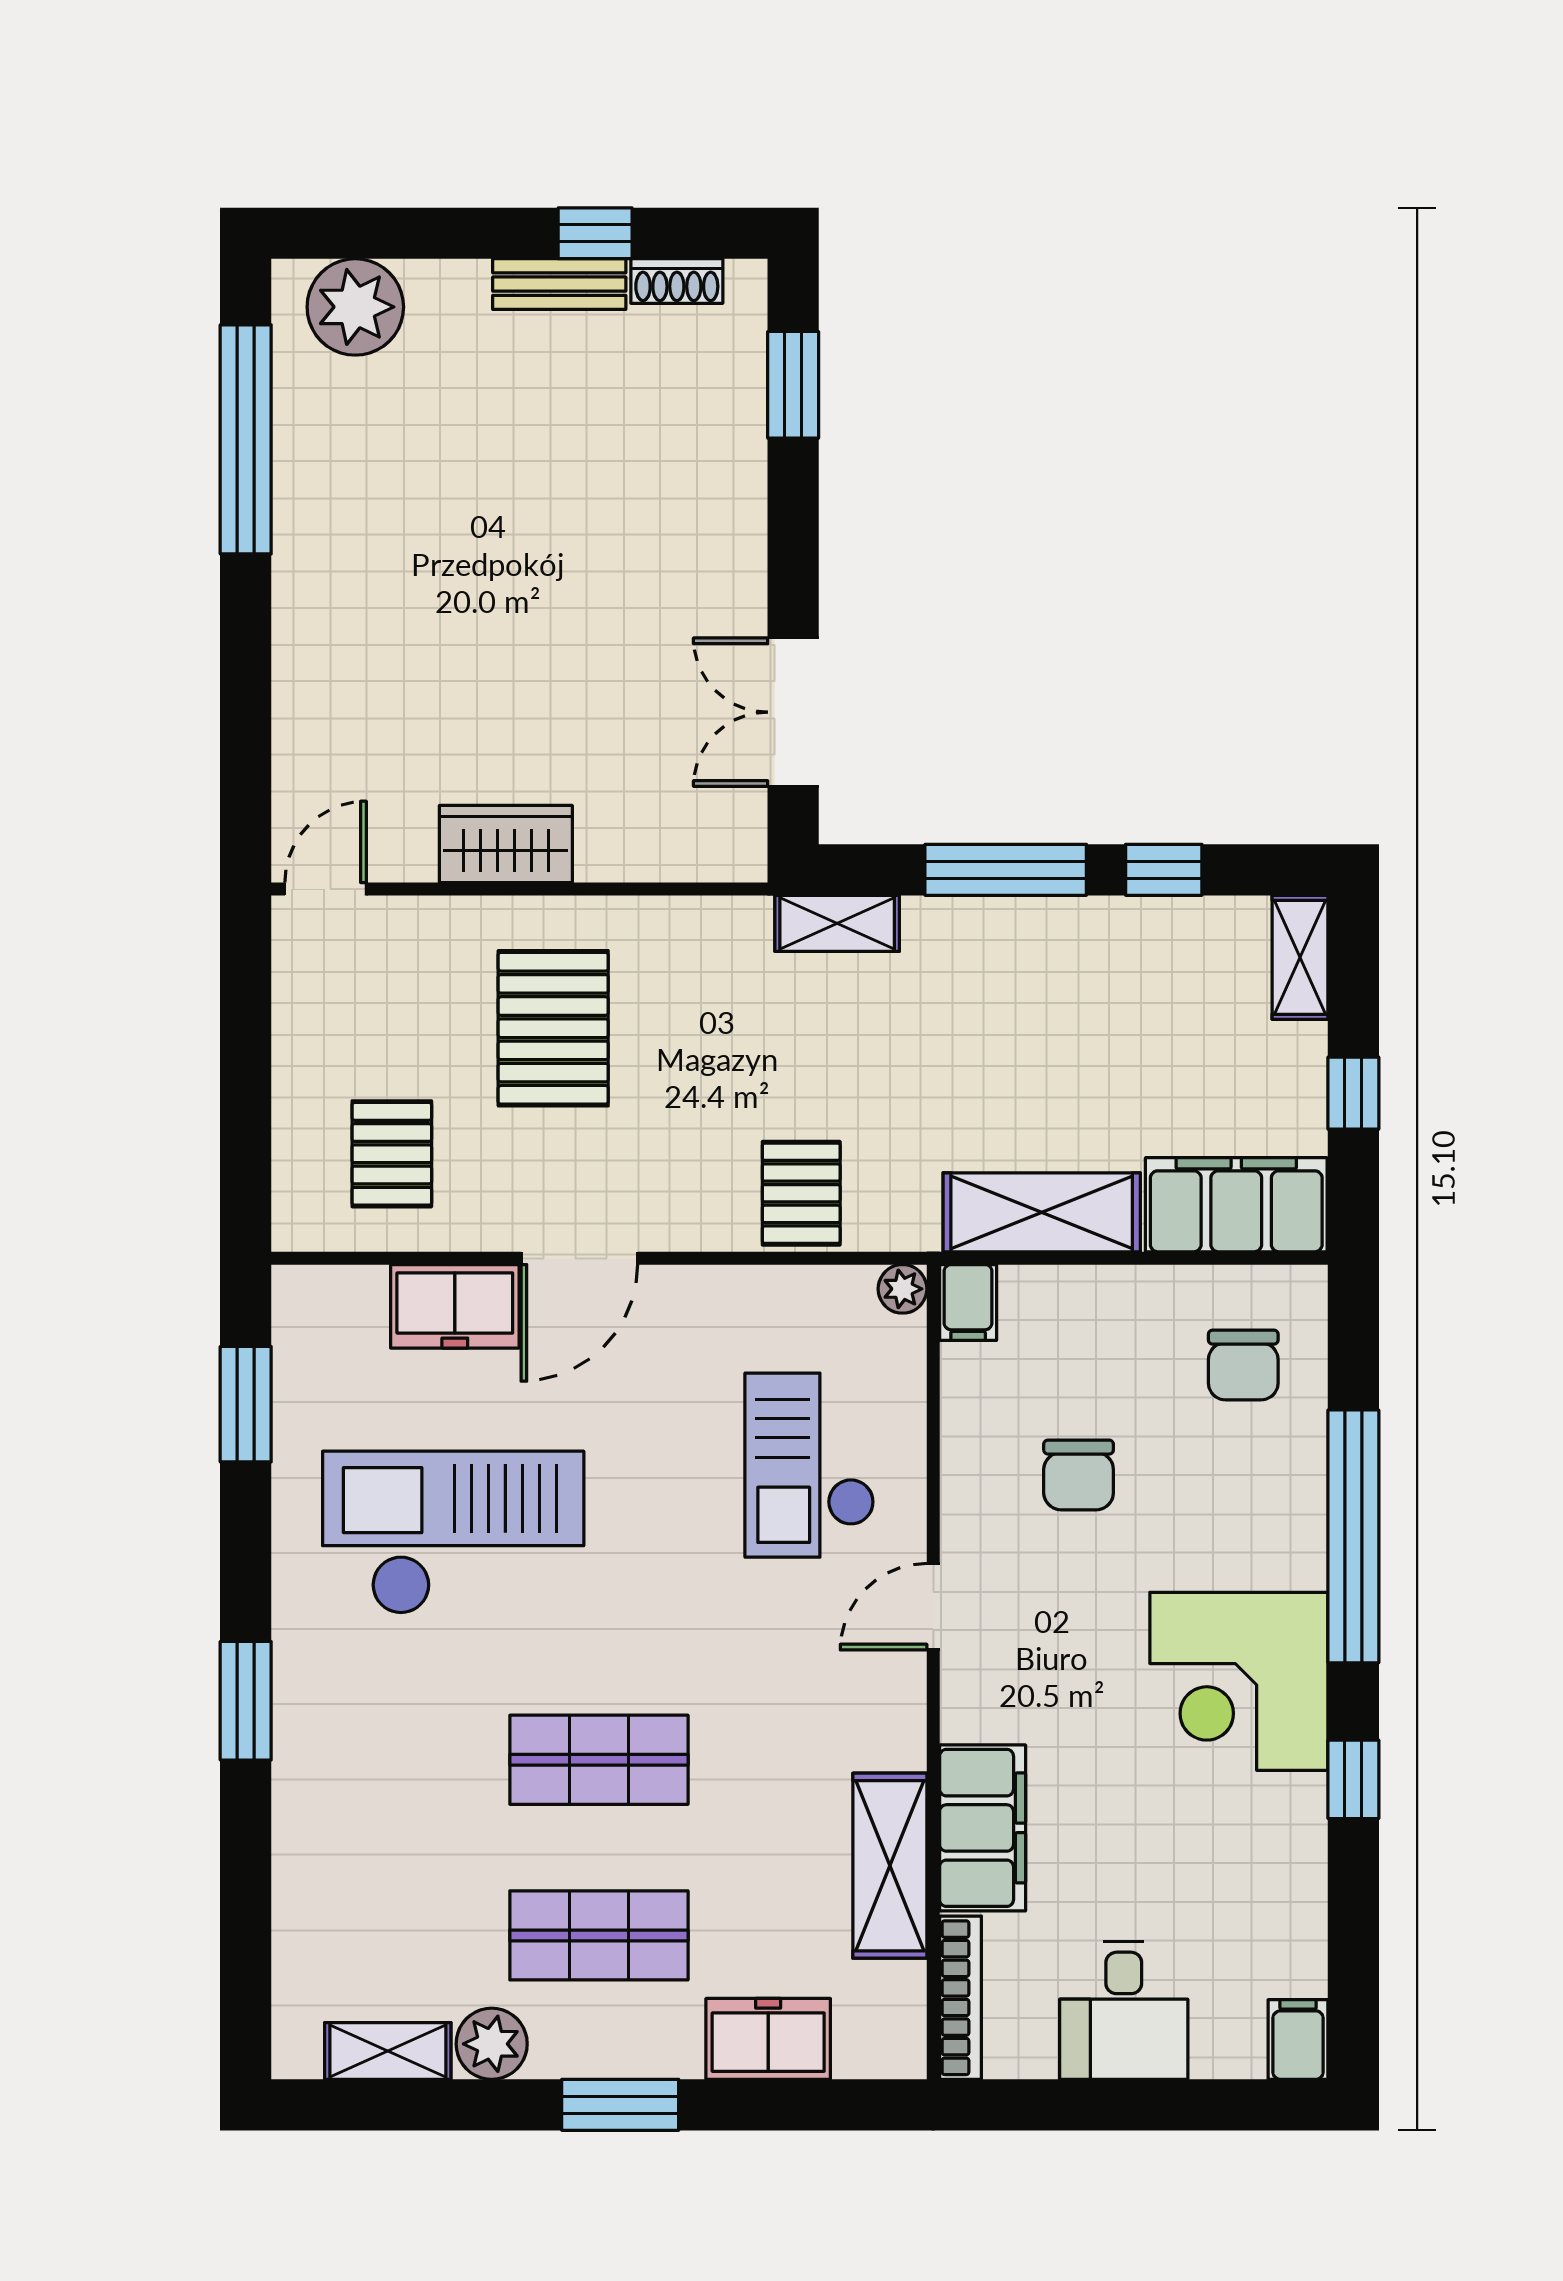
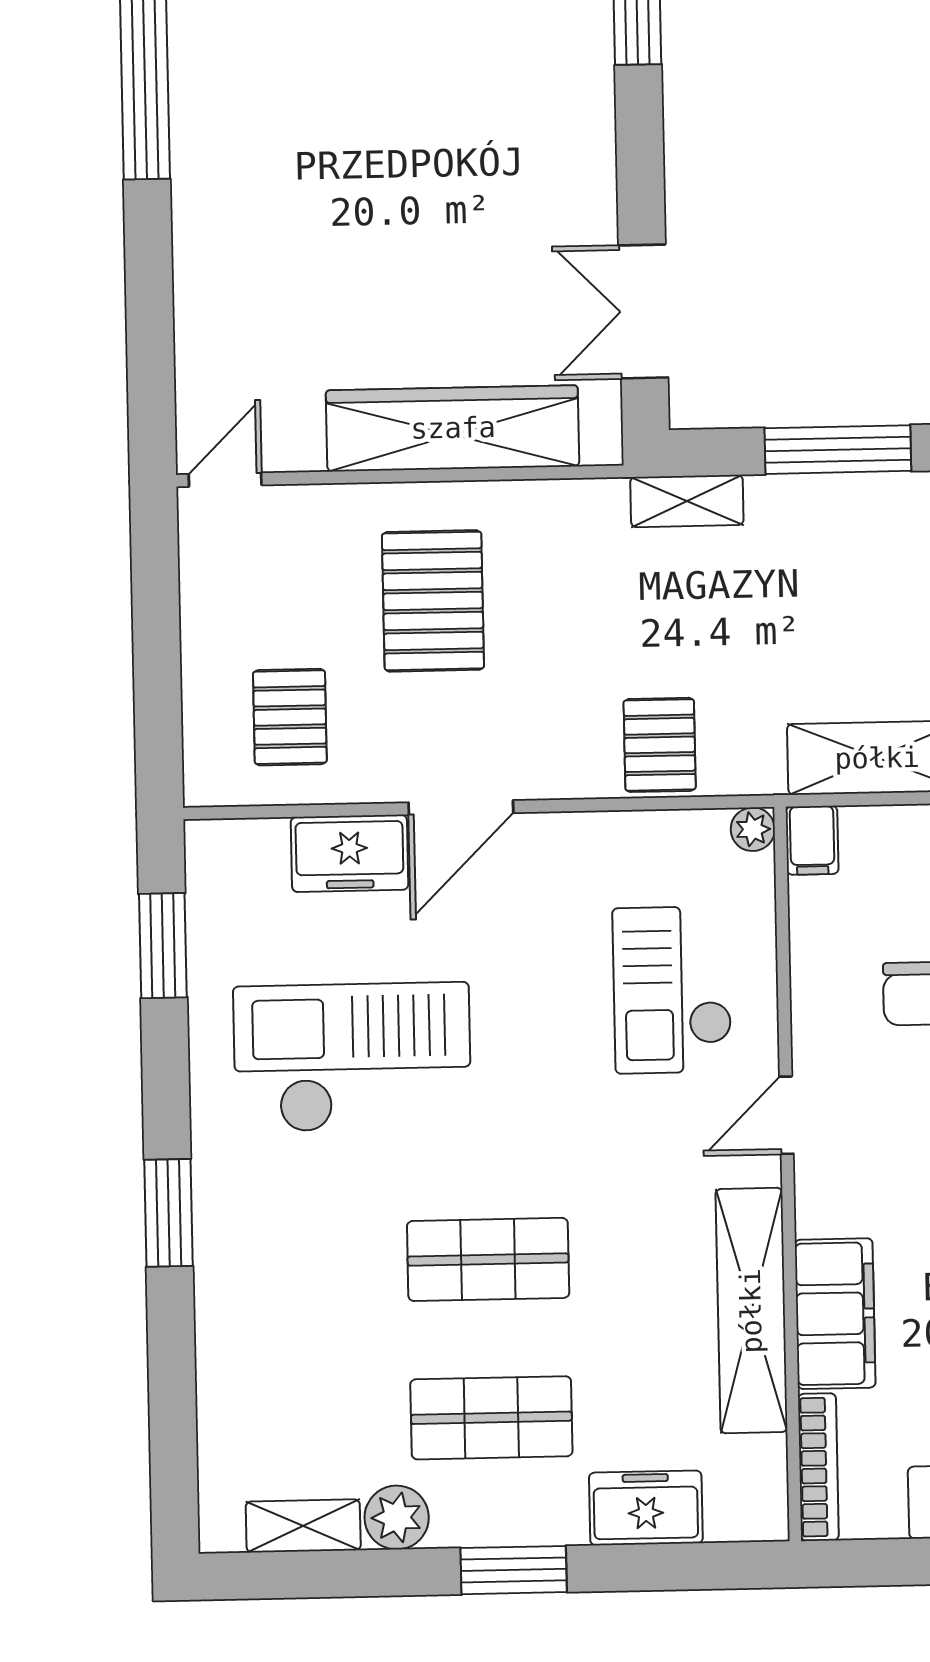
wardrobe: (506, 844) -> (453, 428), width x2.10, depth x1.17
shelving: (890, 1866) -> (751, 1311), width x1.47

